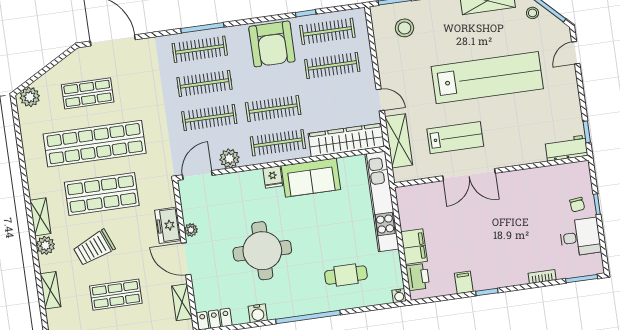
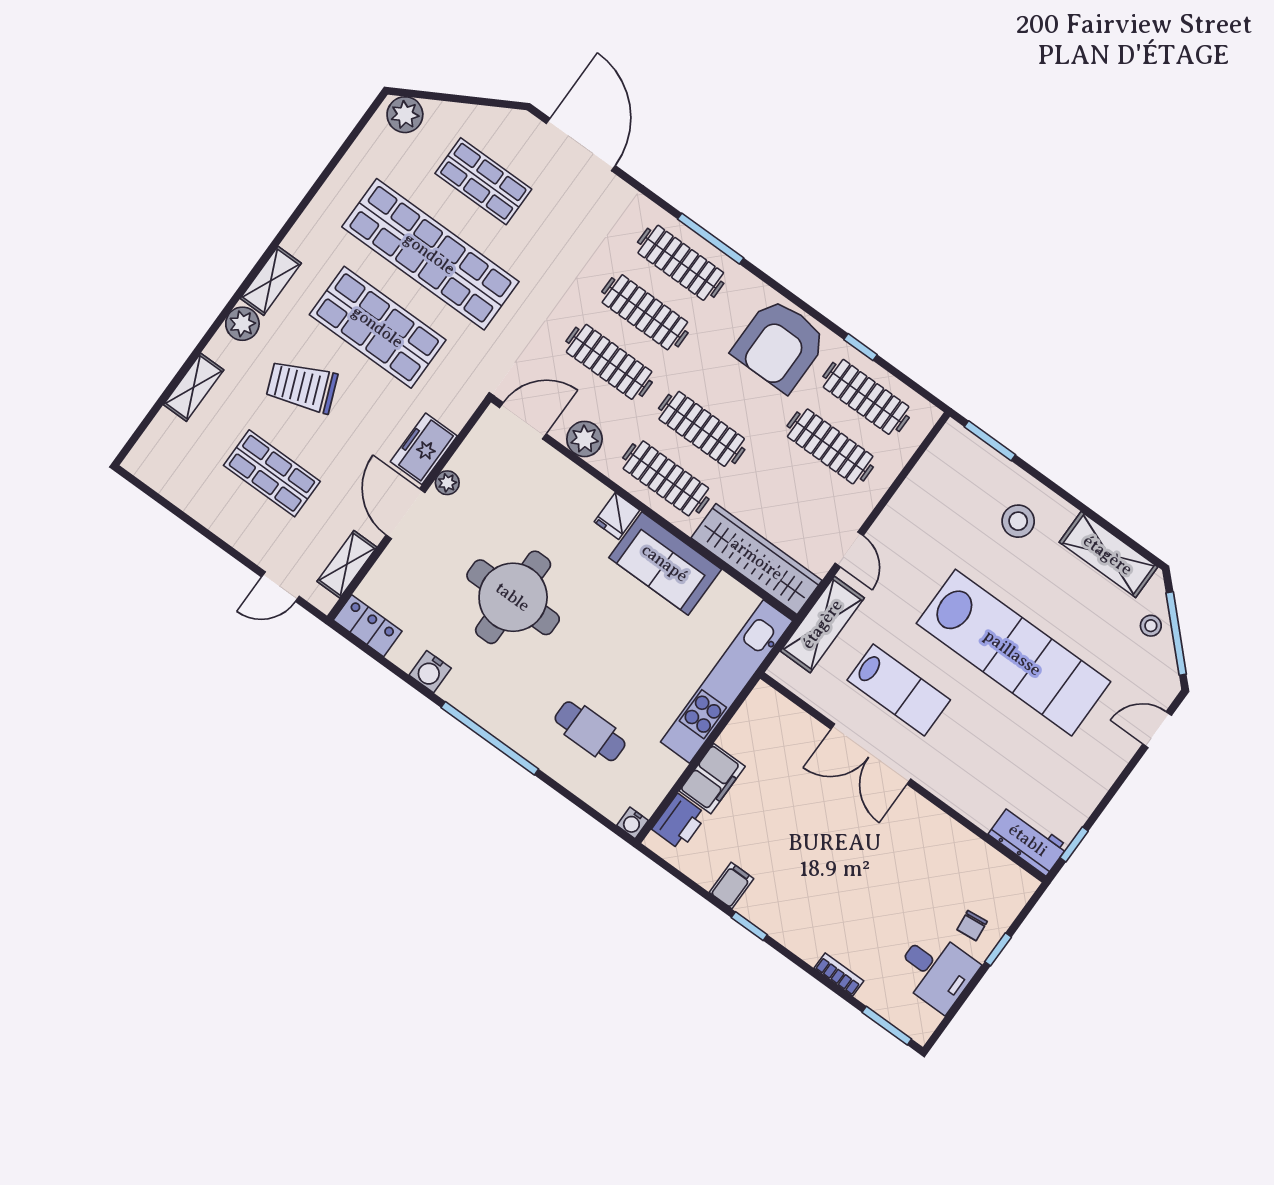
stool: (404, 28) -> (1018, 521), moved

